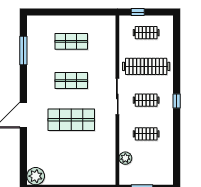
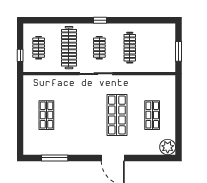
shop shelf: (71, 81) -> (152, 115), moved
clothes rail: (146, 134) -> (130, 48), width x1.36
plant: (125, 158) -> (152, 66), removed

